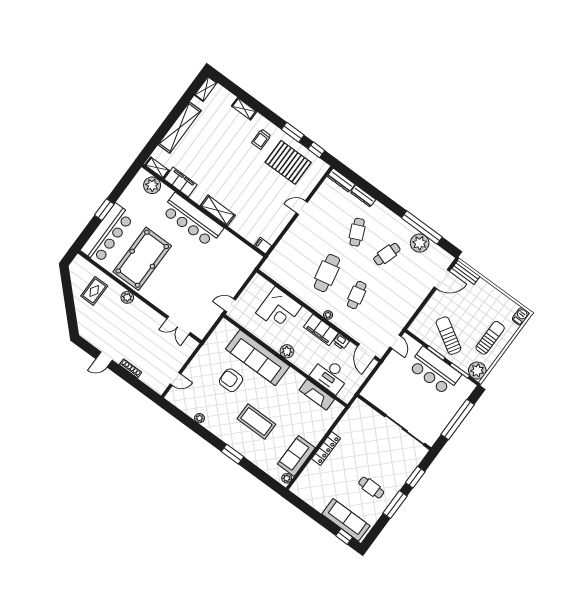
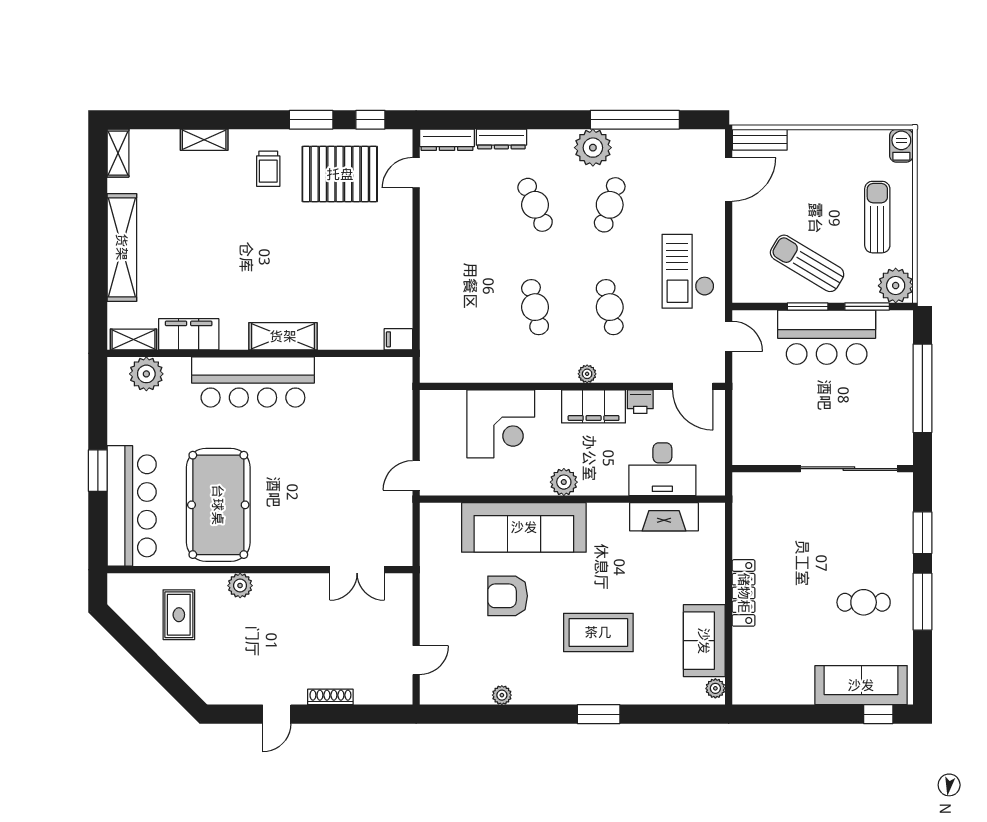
door: (302, 208) -> (416, 173), moved
plant: (420, 243) -> (593, 148), moved
cafe table: (327, 273) -> (535, 307), width x0.73, depth x0.74
checkout: (399, 304) -> (688, 271), added

